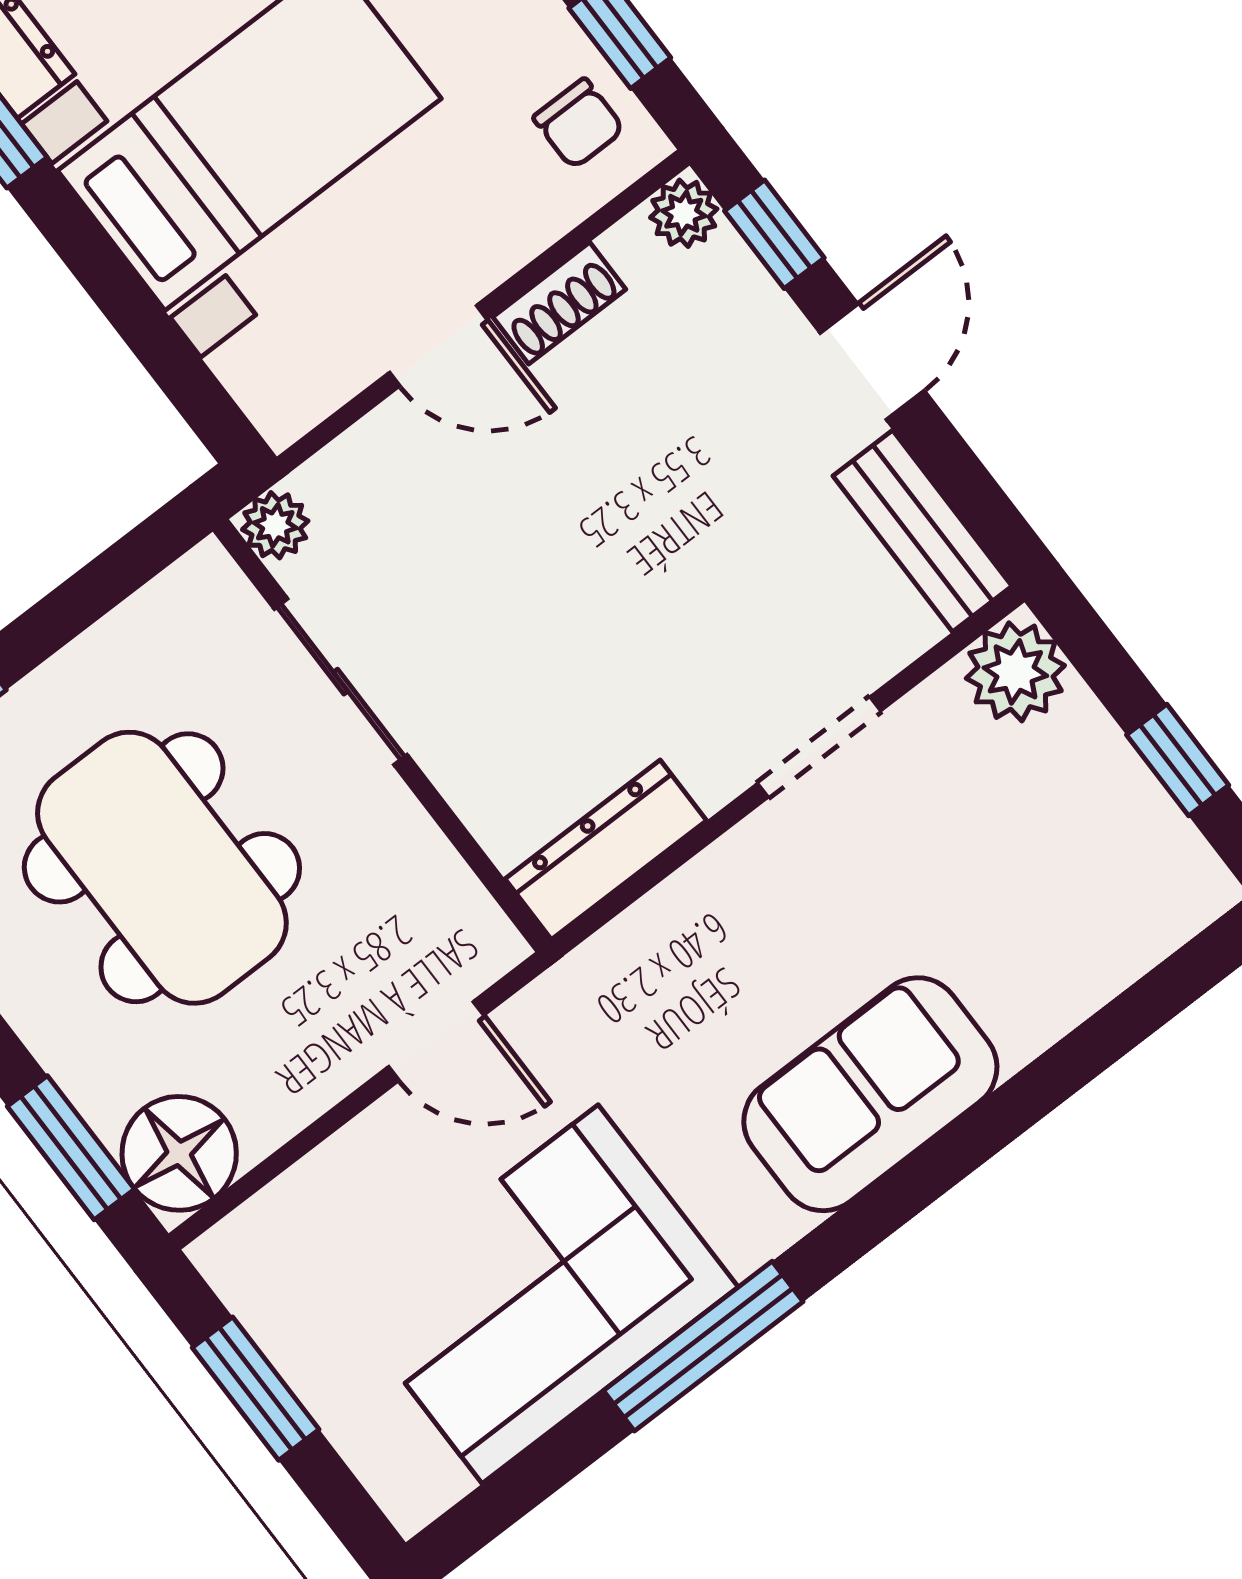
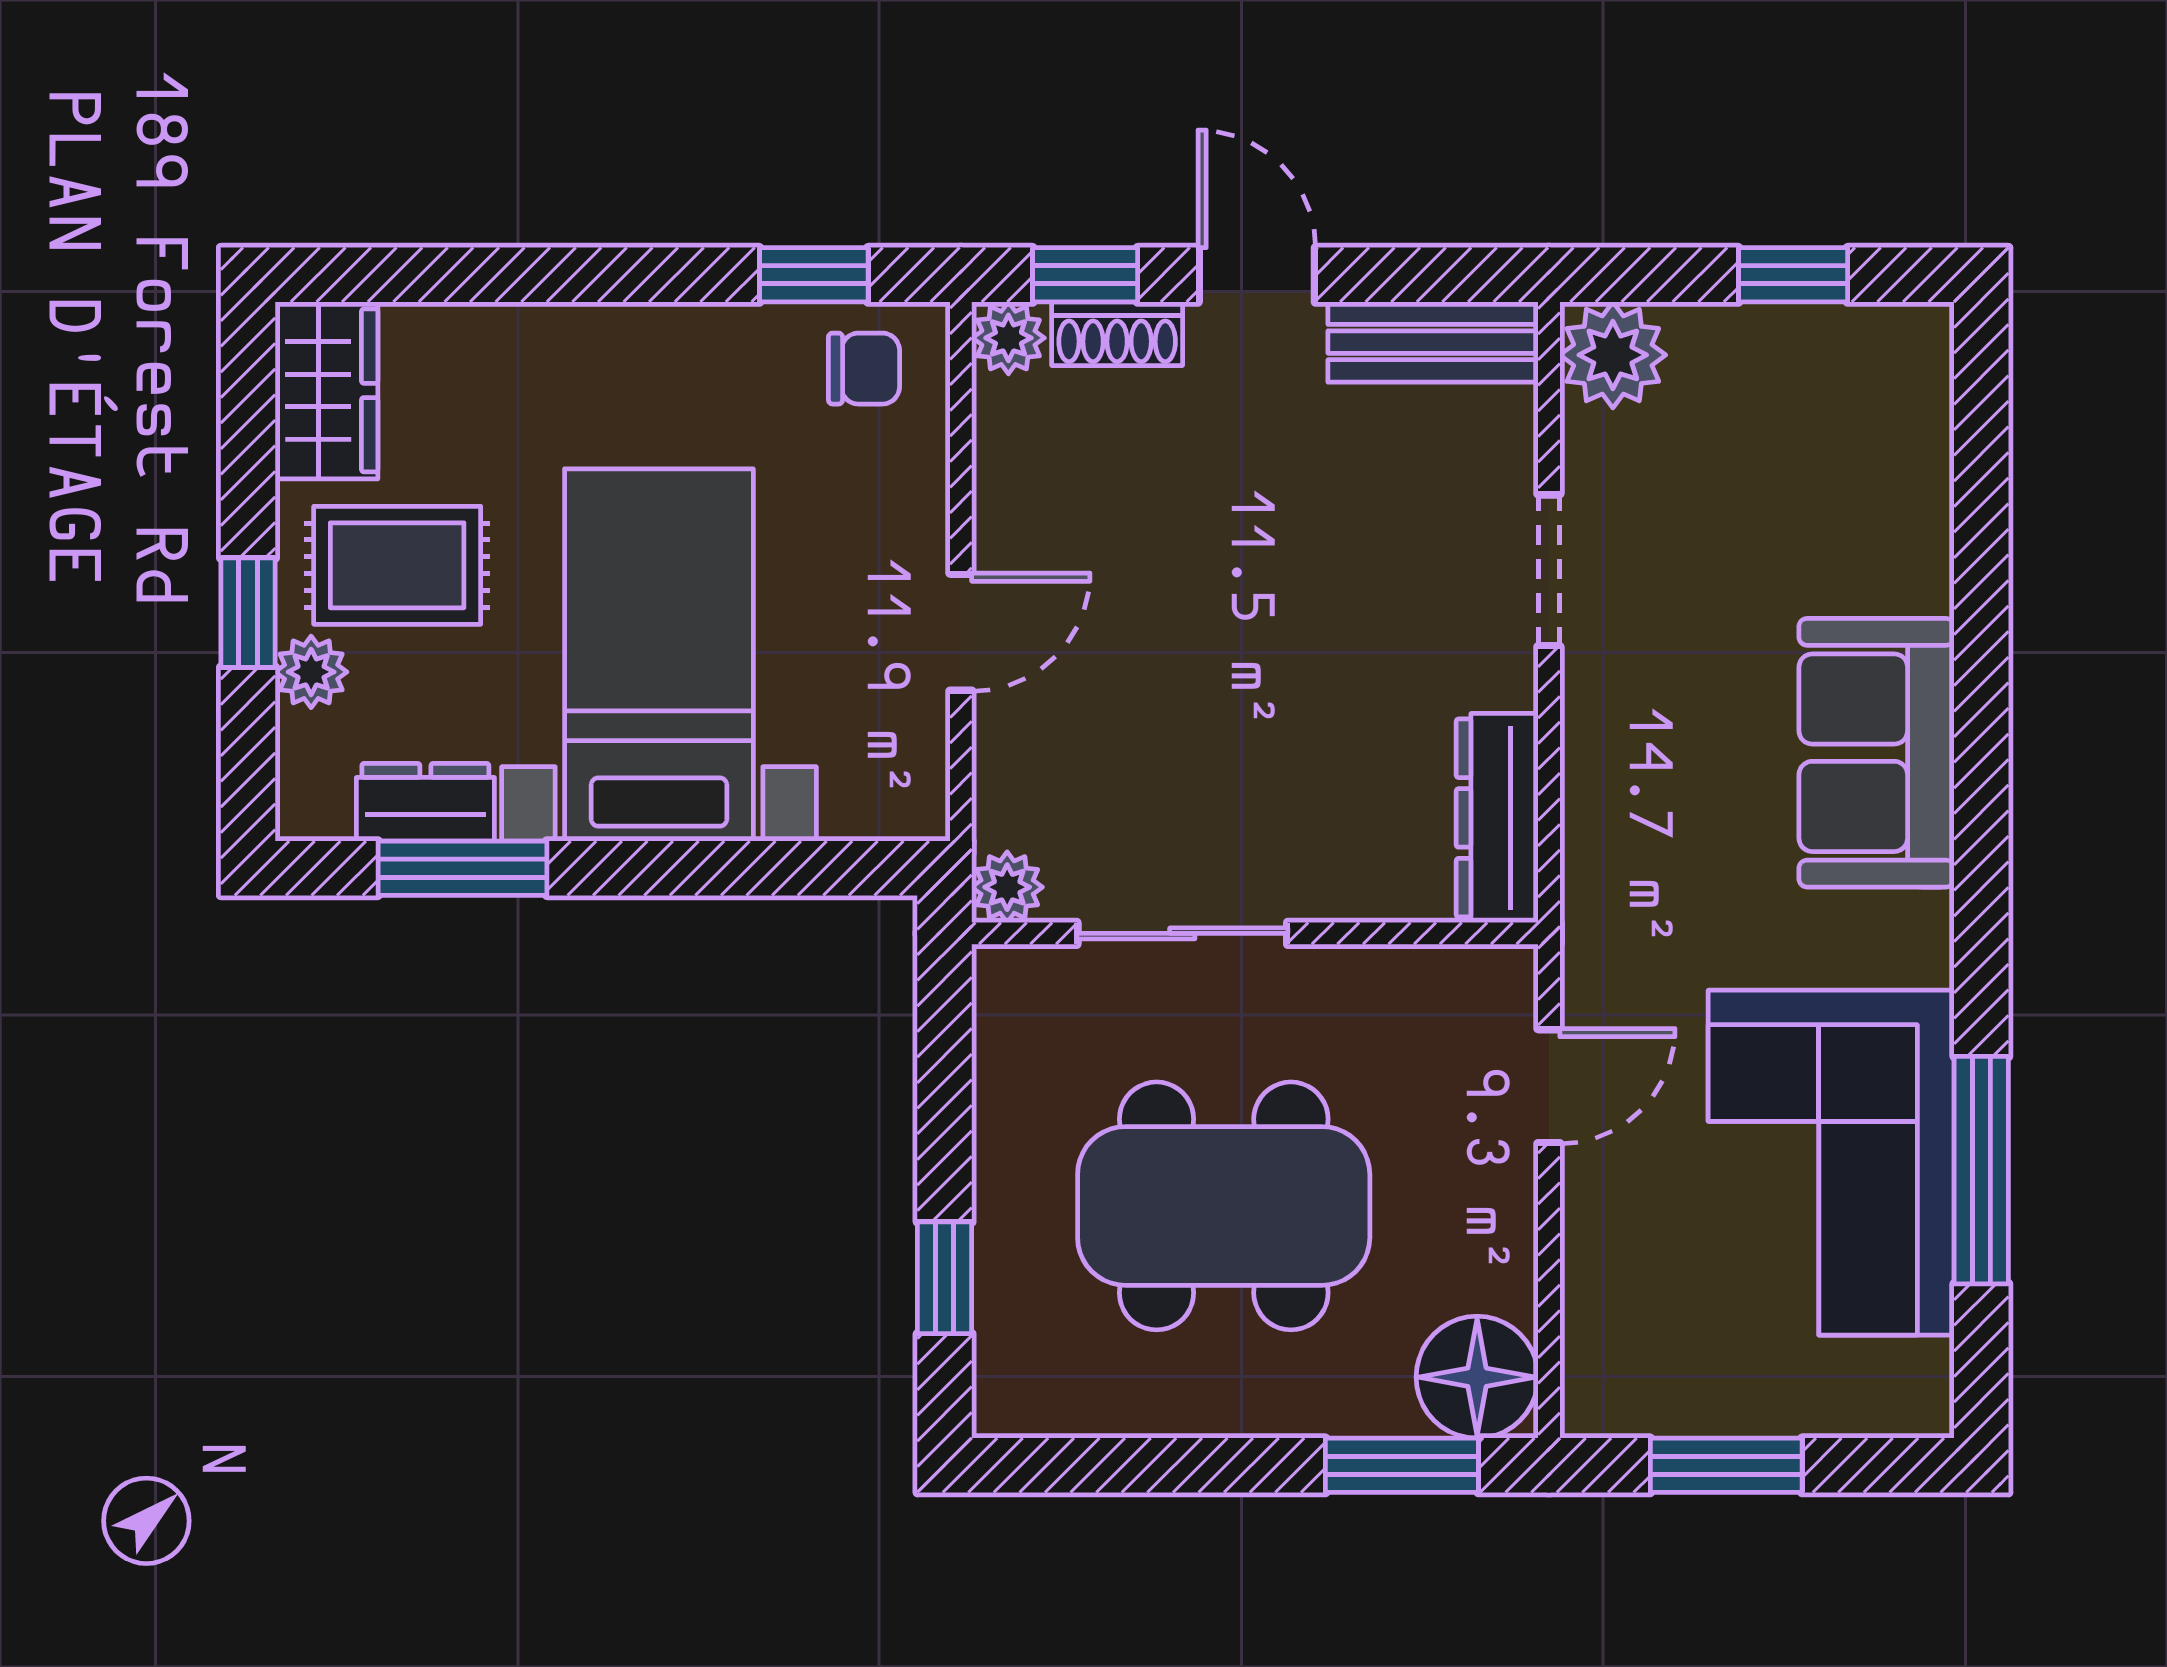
shoe rack: (559, 303) -> (1117, 334), moved, turned 90
window: (703, 1346) -> (1981, 1170), moved

